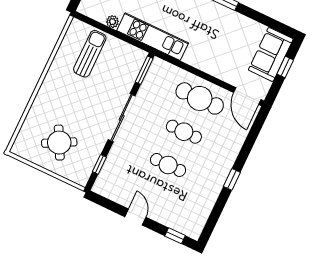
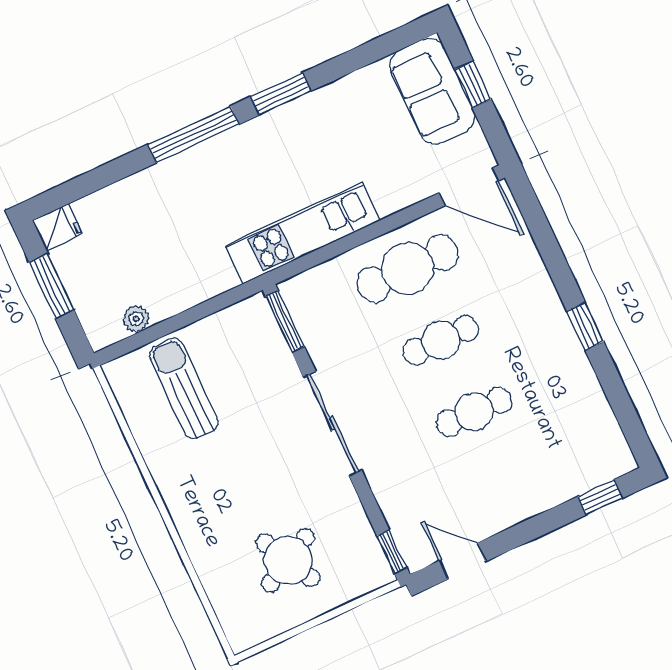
plant: (112, 22) -> (136, 319), moved
kitchen unit: (153, 37) -> (302, 233), moved
window: (99, 164) -> (392, 551), moved
door: (135, 217) -> (463, 561), moved

